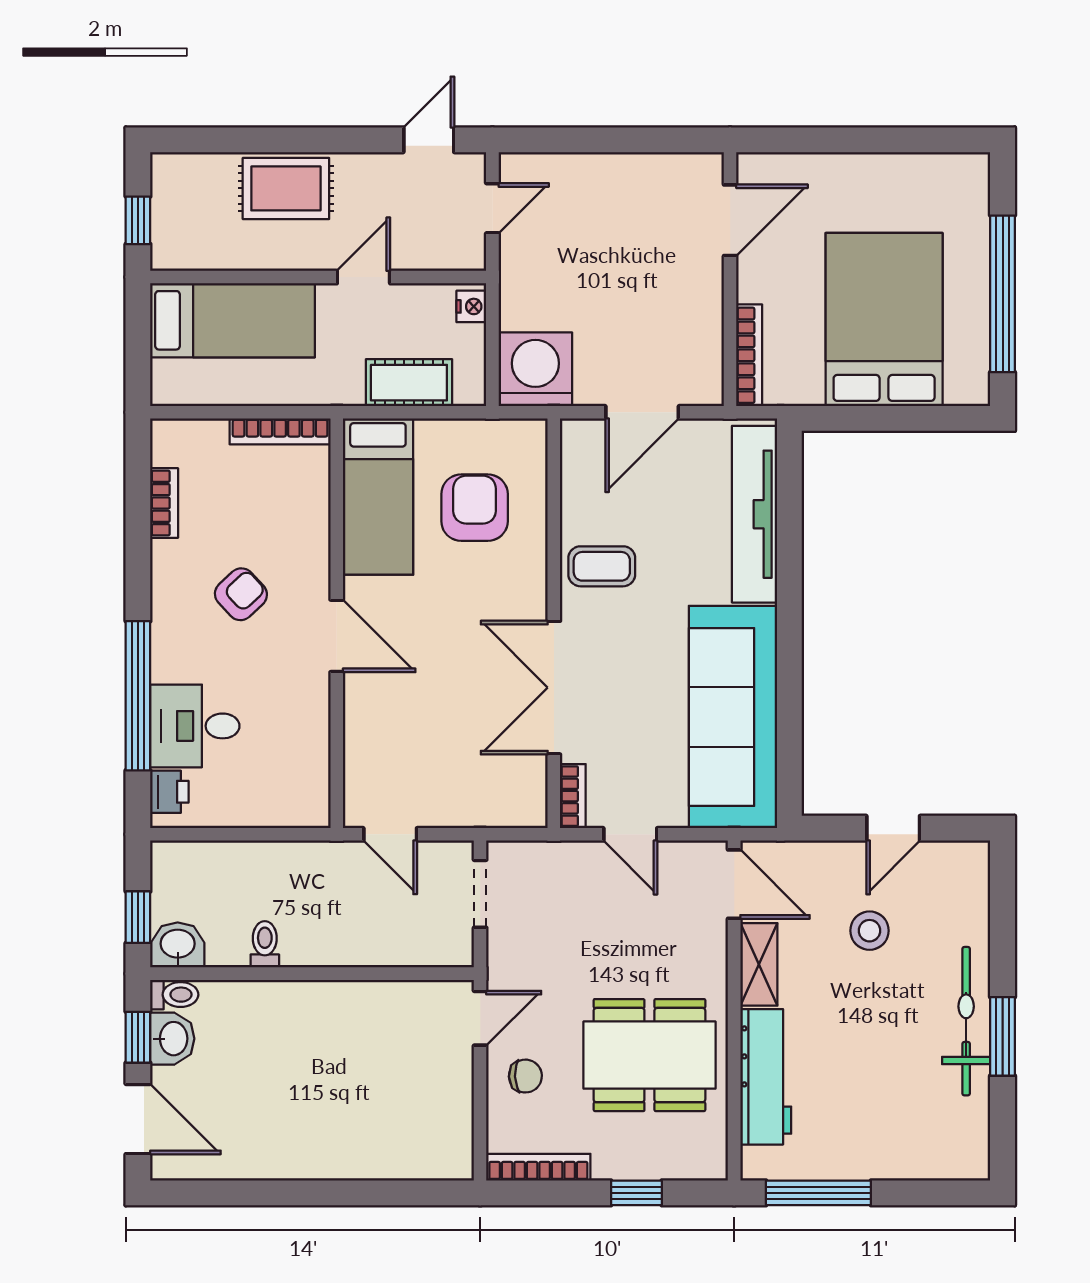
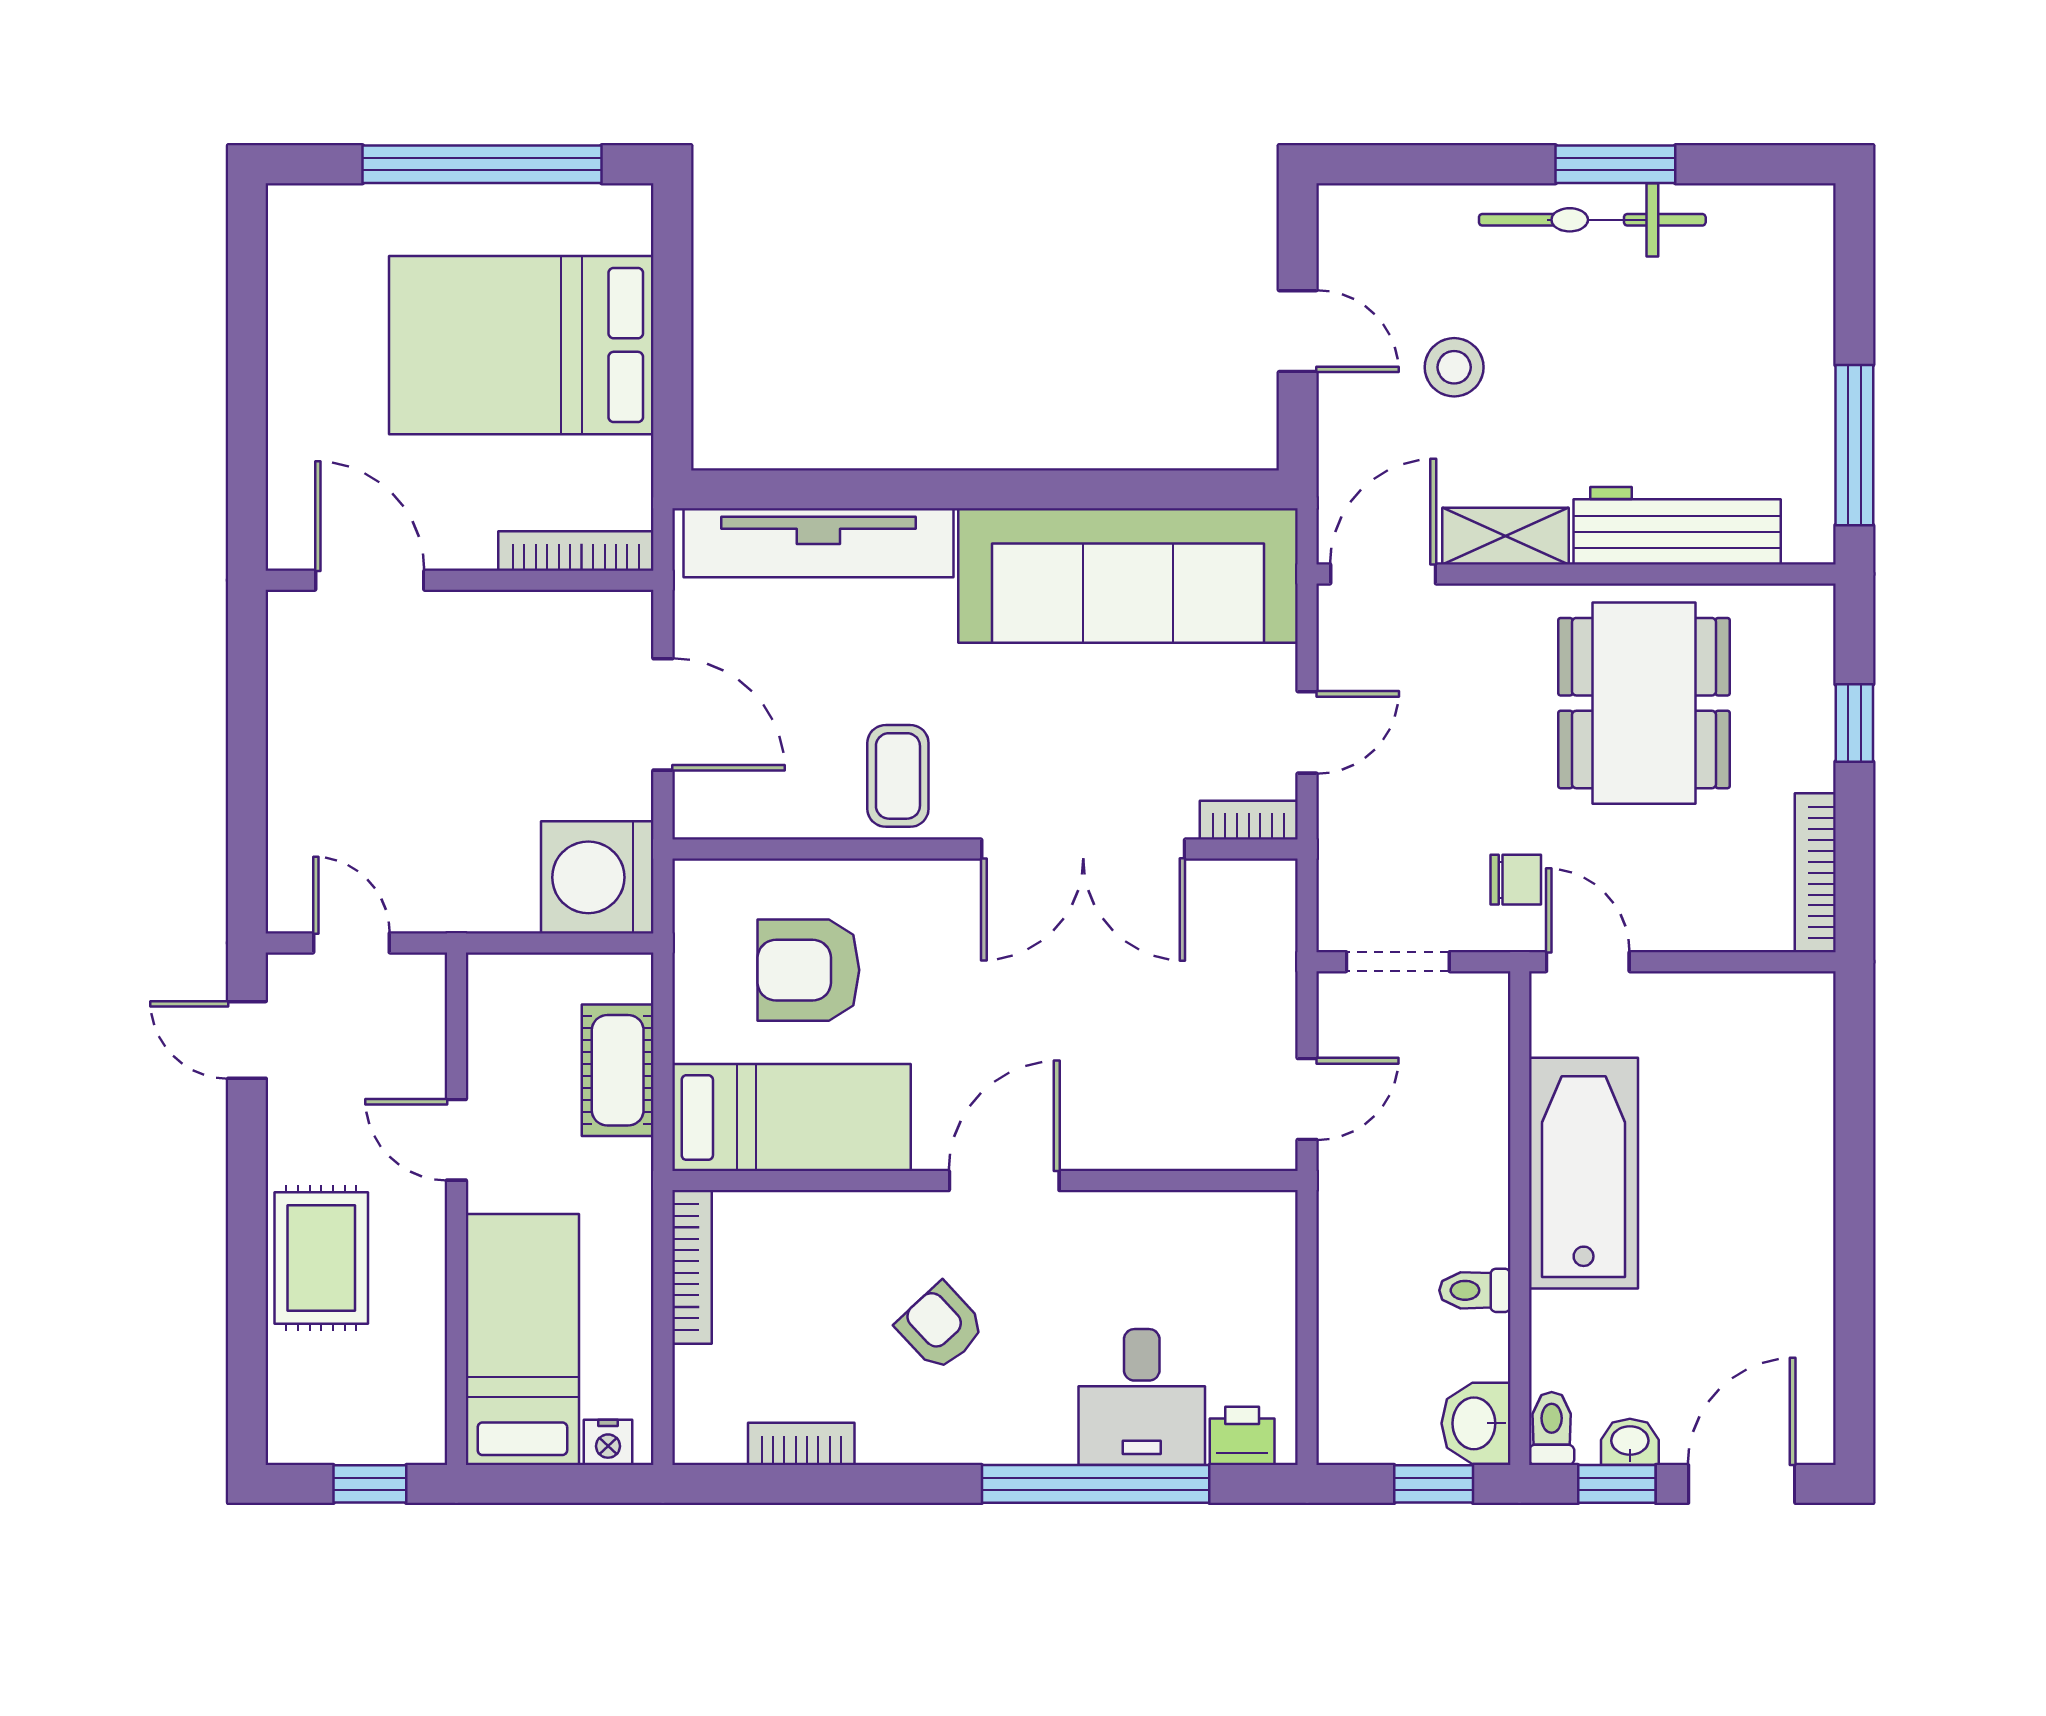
nightstand: (471, 306) -> (608, 1442), moved, turned 180
bathtub: (342, 1015) -> (1584, 1173), added
washbasin: (172, 1039) -> (1630, 1442), width x0.72, depth x0.69
chair: (525, 1076) -> (1516, 880), moved, turned 92

